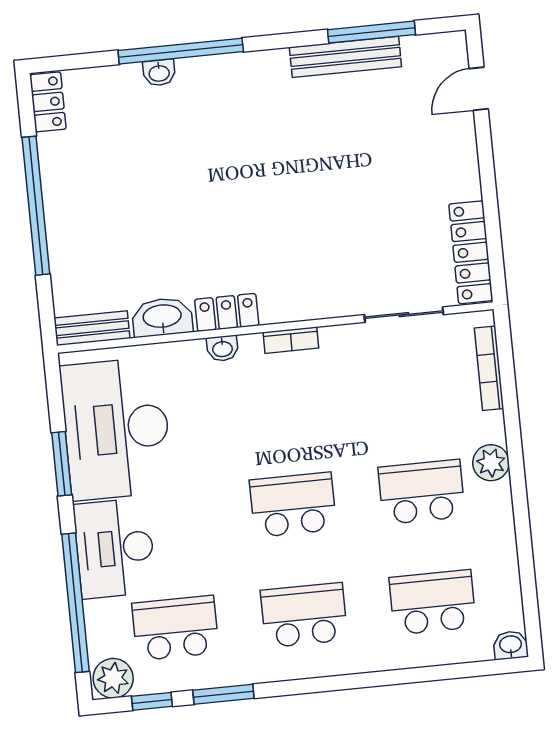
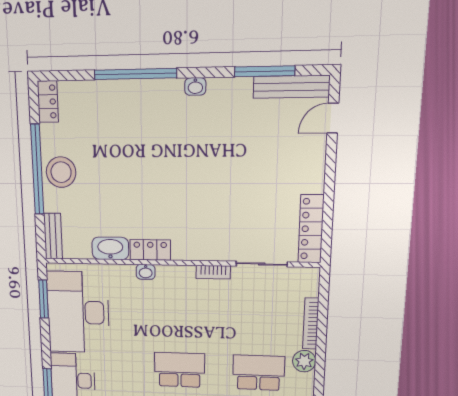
bench: (345, 57) -> (291, 87), moved
washbasin: (159, 73) -> (195, 86), moved
stool: (75, 206) -> (61, 172), added
bench: (92, 328) -> (53, 236), moved, turned 90
bookcase: (291, 340) -> (213, 272), moved
bookcase: (489, 368) -> (311, 323), moved
window: (62, 464) -> (44, 299), moved

